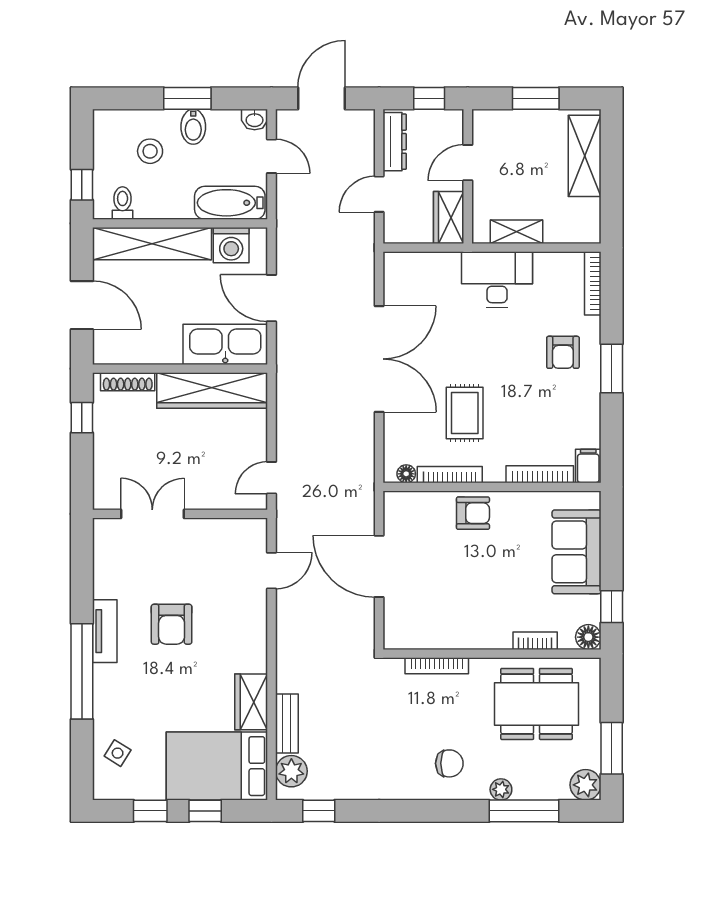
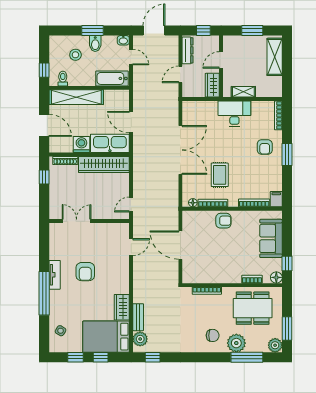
washing machine: (231, 245) -> (81, 144), moved, turned 180
plant: (501, 789) -> (236, 343), width x1.88, depth x1.88

